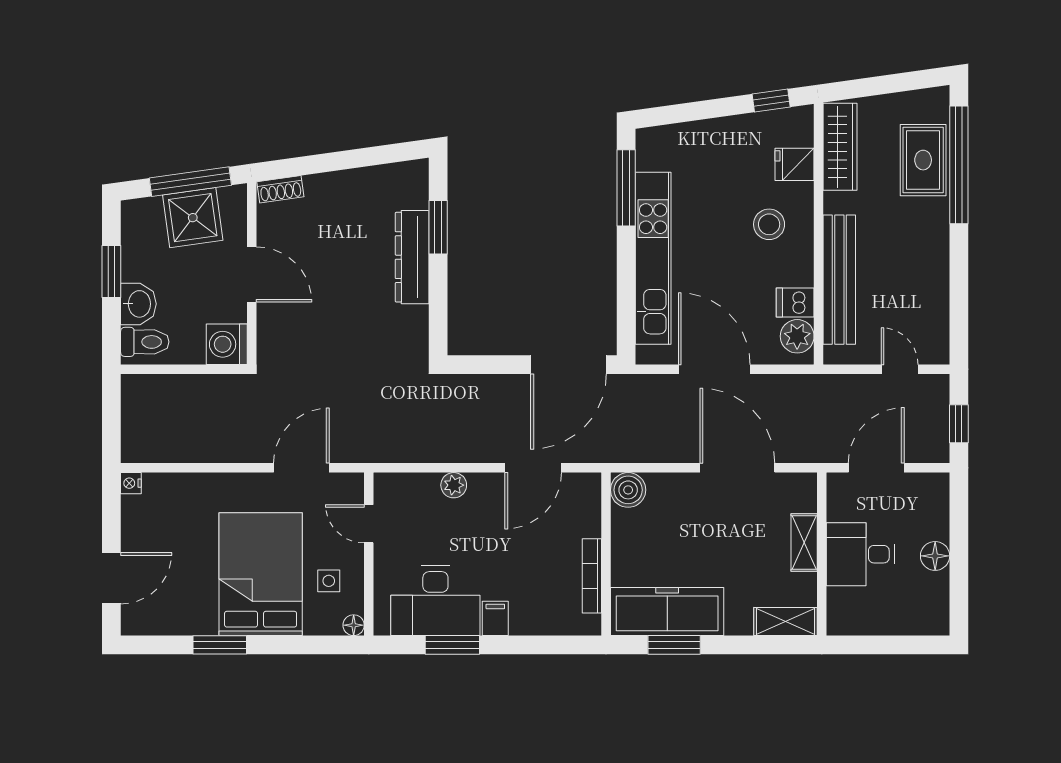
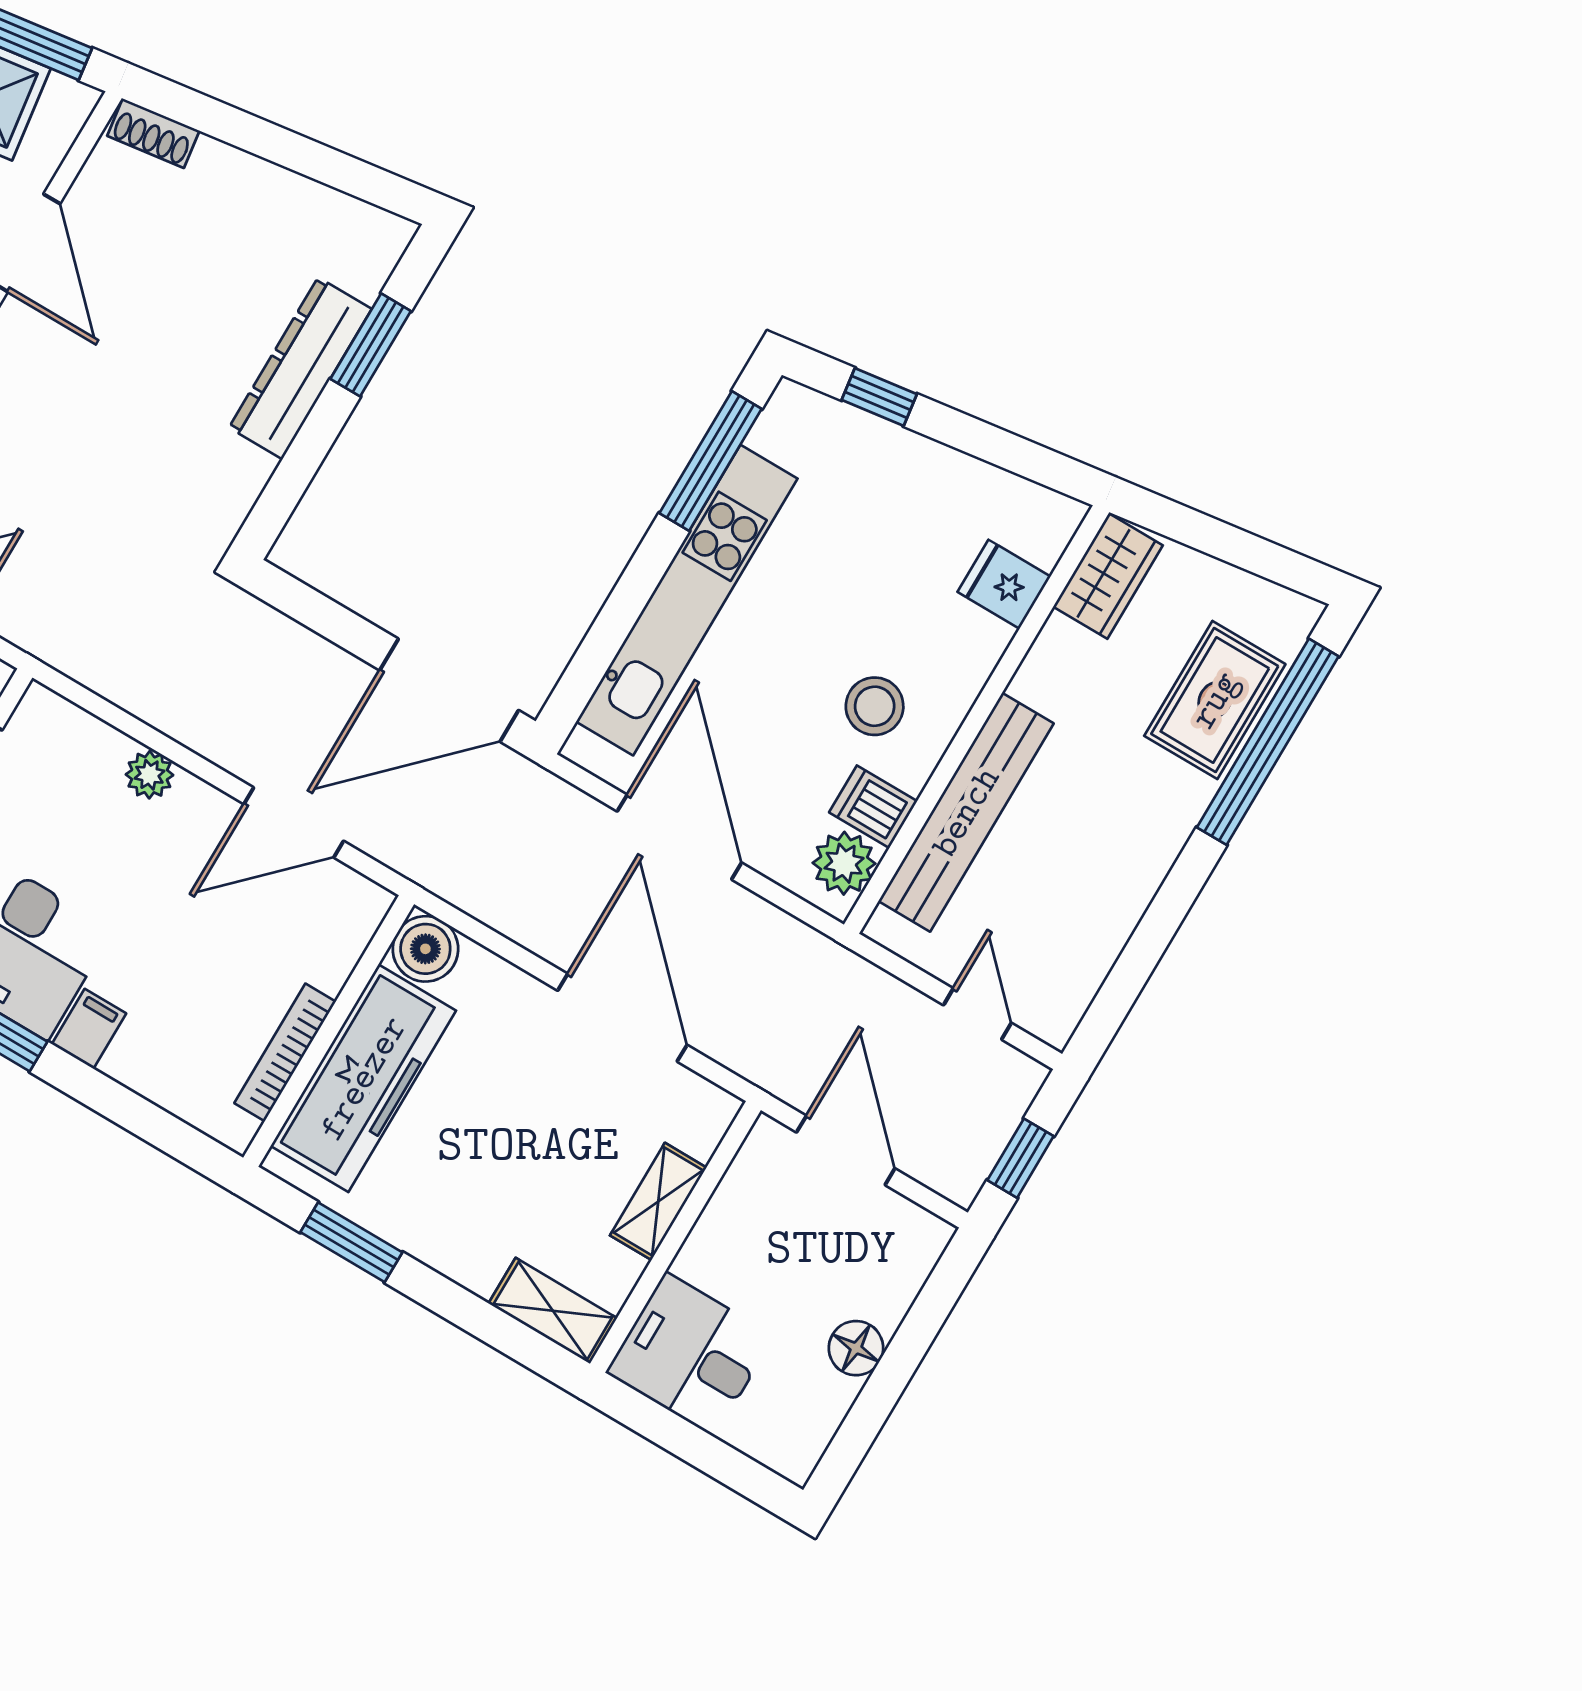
window: (771, 100) -> (879, 397), moved
wardrobe: (840, 147) -> (1108, 576), width x0.67
stool: (769, 224) -> (875, 706), moved
door: (876, 468) -> (846, 1150), hinge flipped
desk: (860, 554) -> (690, 1354), moved
freezer: (667, 611) -> (363, 1078), moved, turned 90

